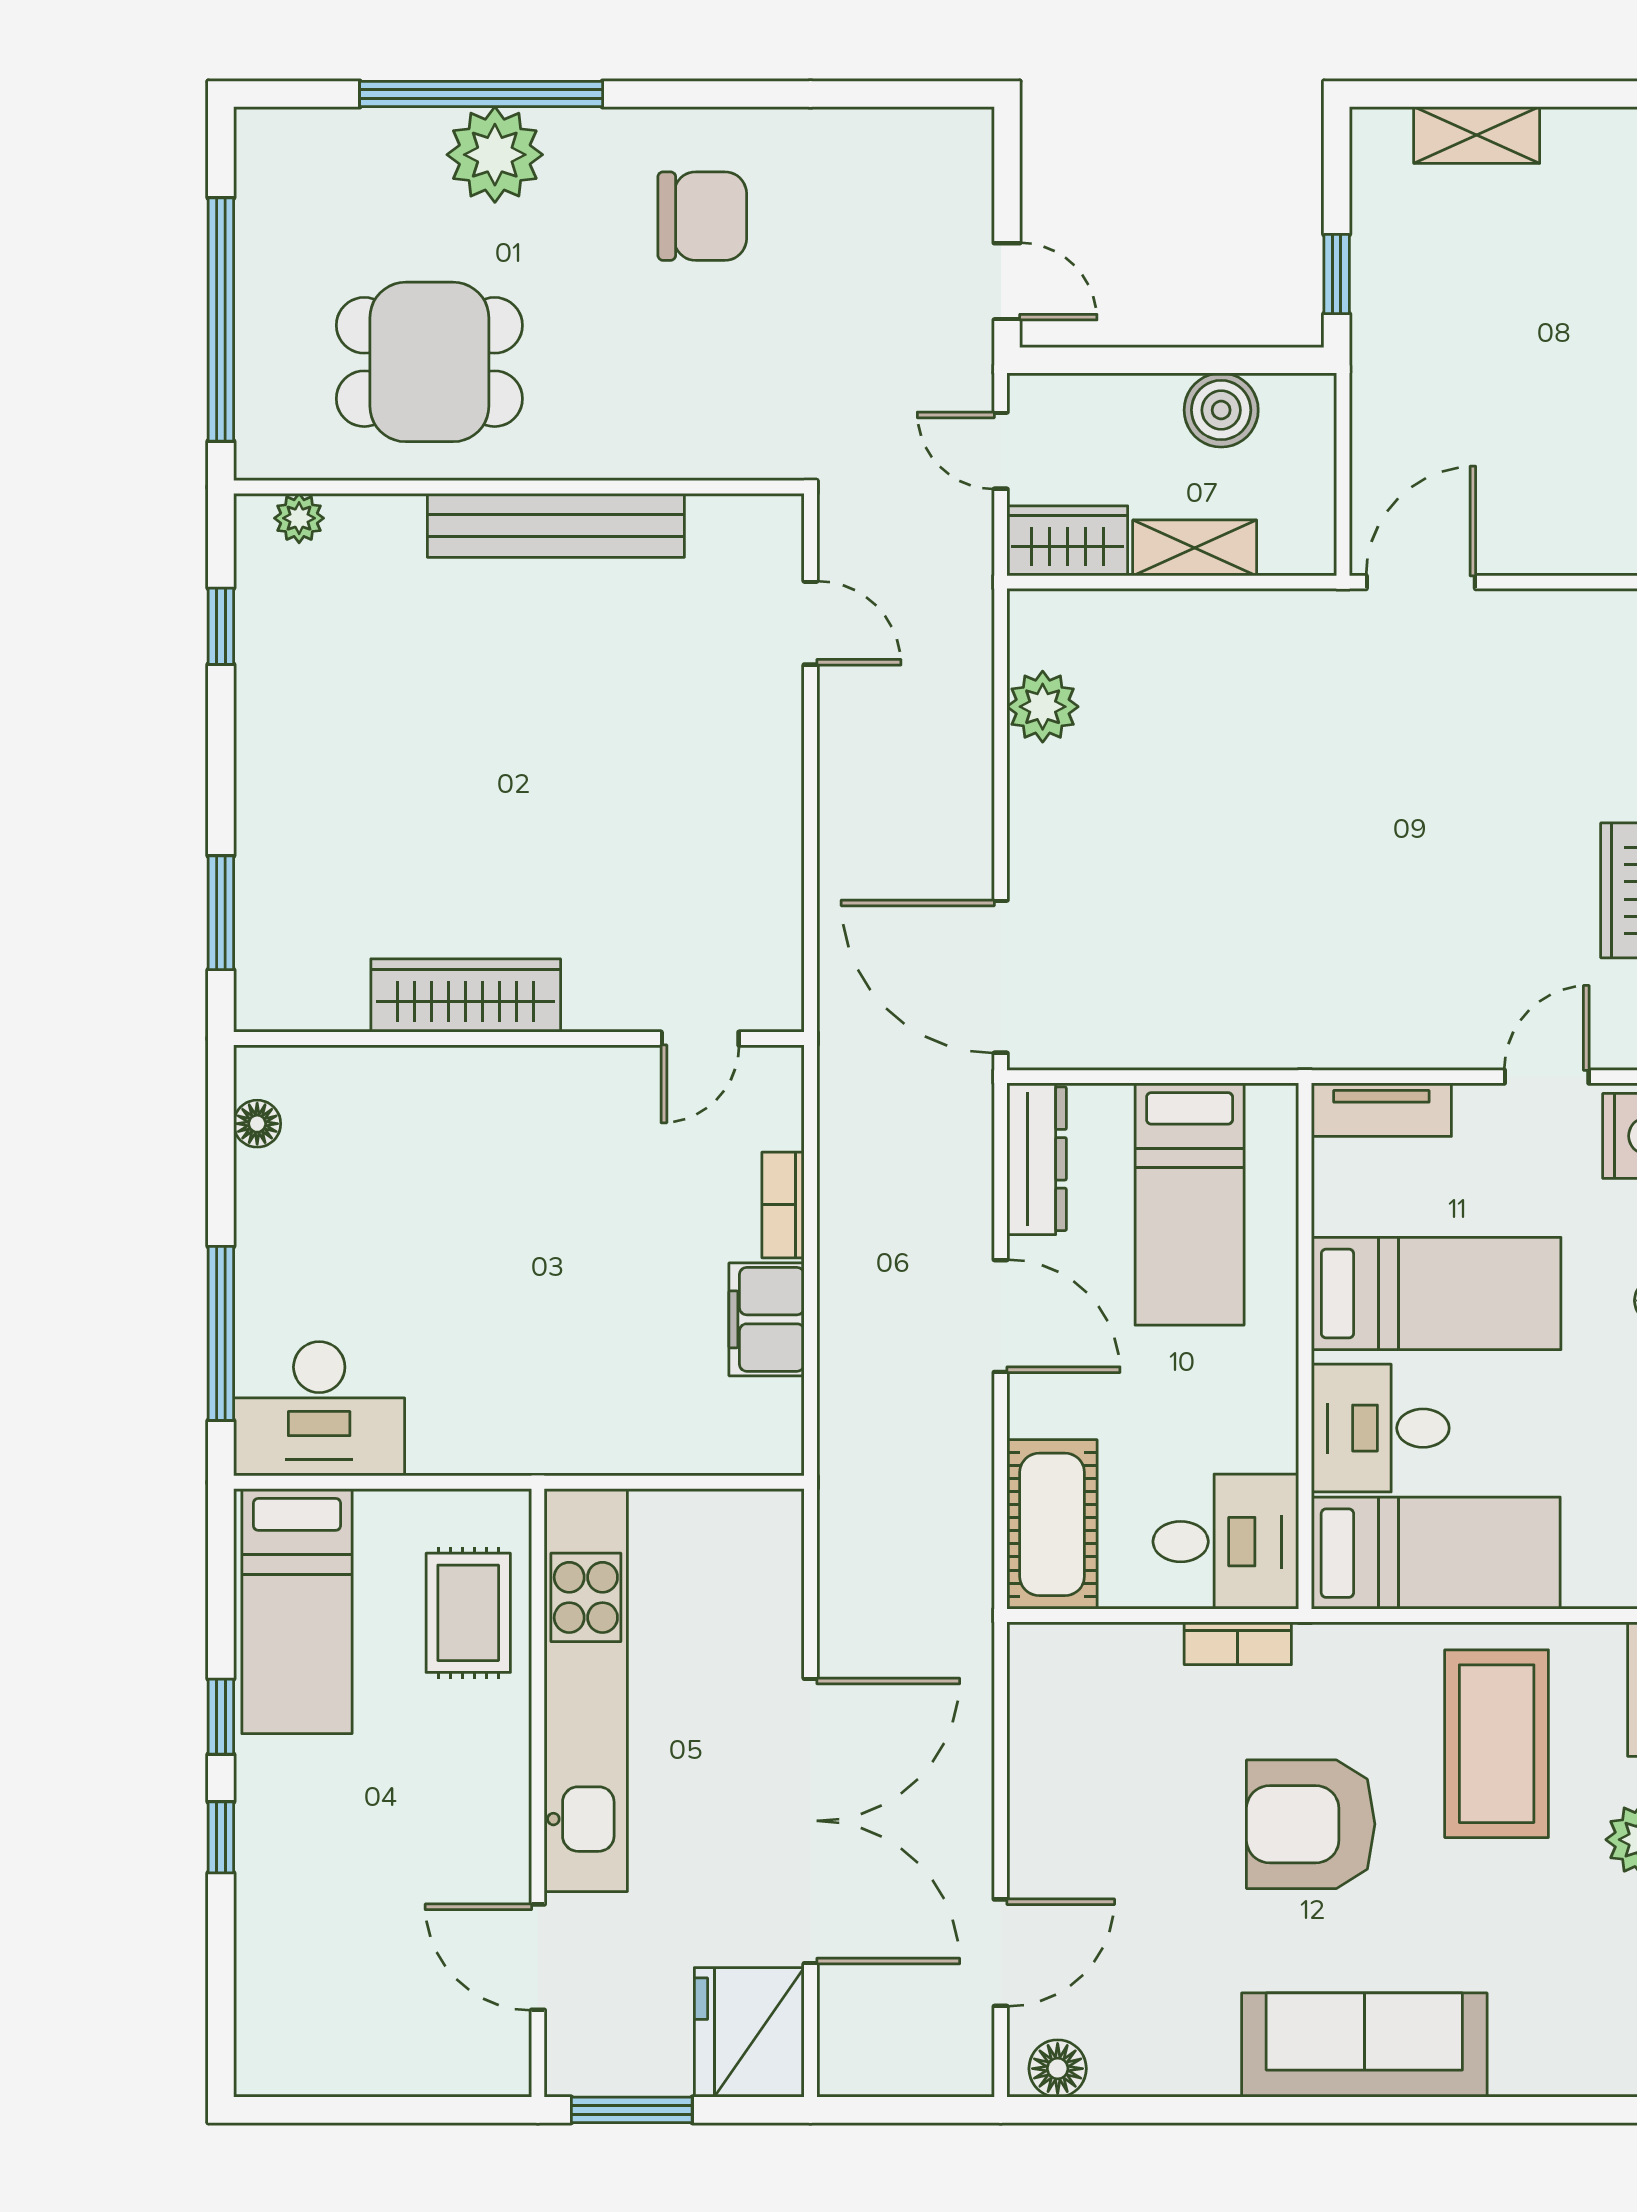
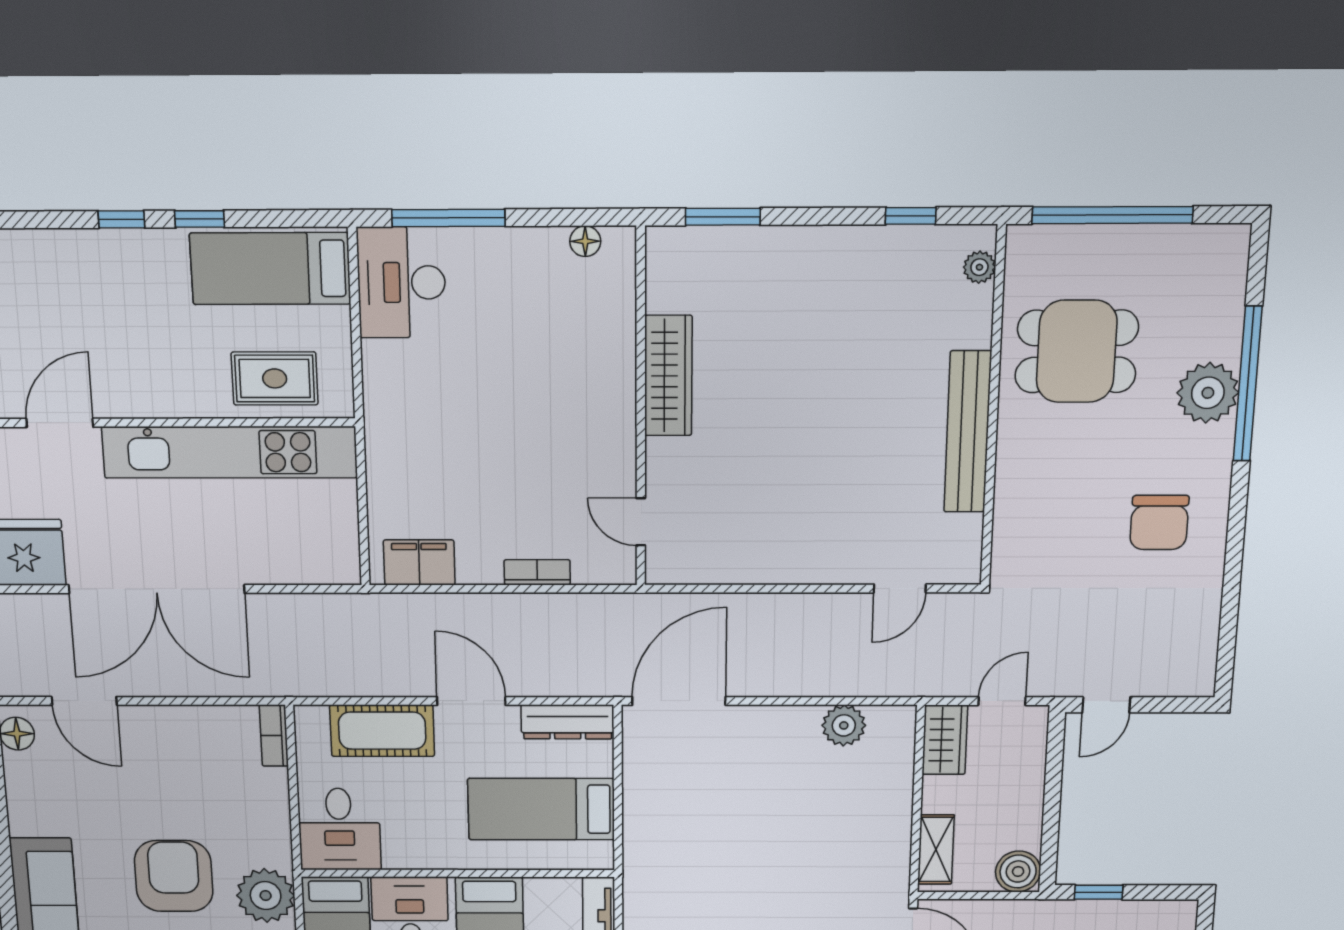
dining table: (429, 362) -> (1077, 351), turned 90
boiler: (1221, 410) -> (1018, 871), moved
shelving: (1195, 548) -> (936, 849), moved
door: (1001, 1316) -> (471, 701), swing flipped
filing cabinet: (767, 1319) -> (419, 562), moved
cot: (1052, 1524) -> (382, 731), moved
bookcase: (1238, 1643) -> (274, 736), moved
plant: (1346, 1671) -> (266, 896), added

